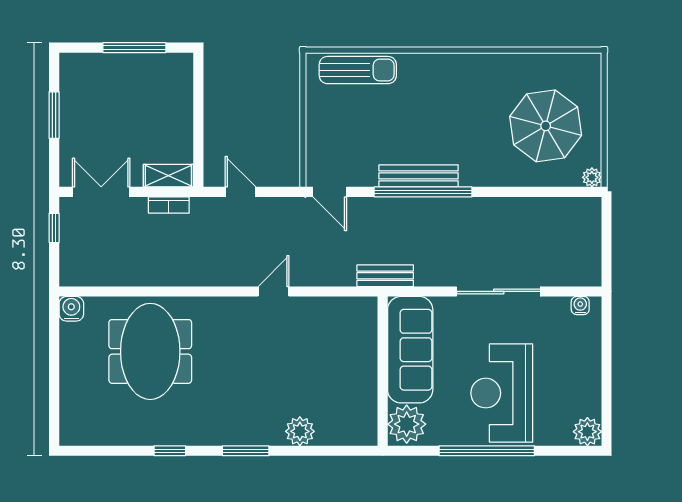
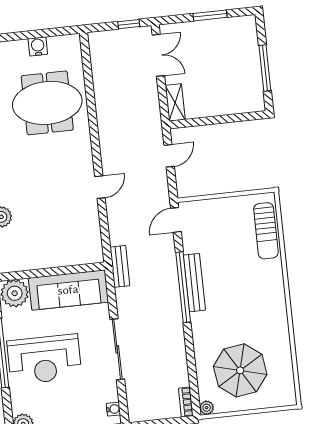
bookcase: (169, 205) -> (186, 402), moved
door: (274, 291) -> (100, 187), hinge flipped
water cooler: (71, 309) -> (38, 46), moved, turned -90
reception desk: (502, 393) -> (44, 359), turned 180

